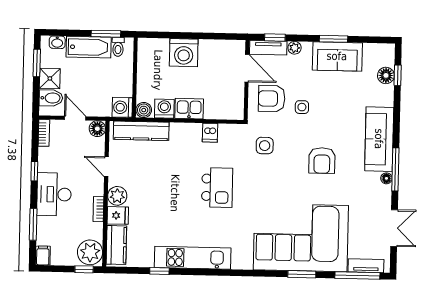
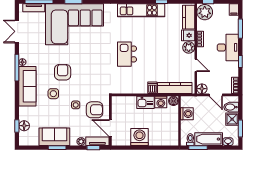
washing machine: (184, 53) -> (139, 137), moved
washing machine: (122, 107) -> (187, 114), moved
dishwasher: (210, 133) -> (152, 88), moved
side table: (265, 146) -> (53, 94), moved

